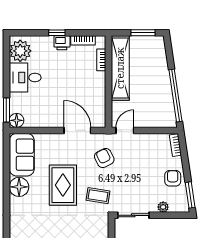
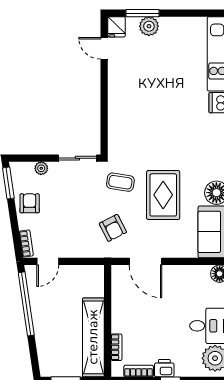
door: (125, 130) -> (48, 261), moved
armchair: (173, 178) -> (30, 203), turned 180

